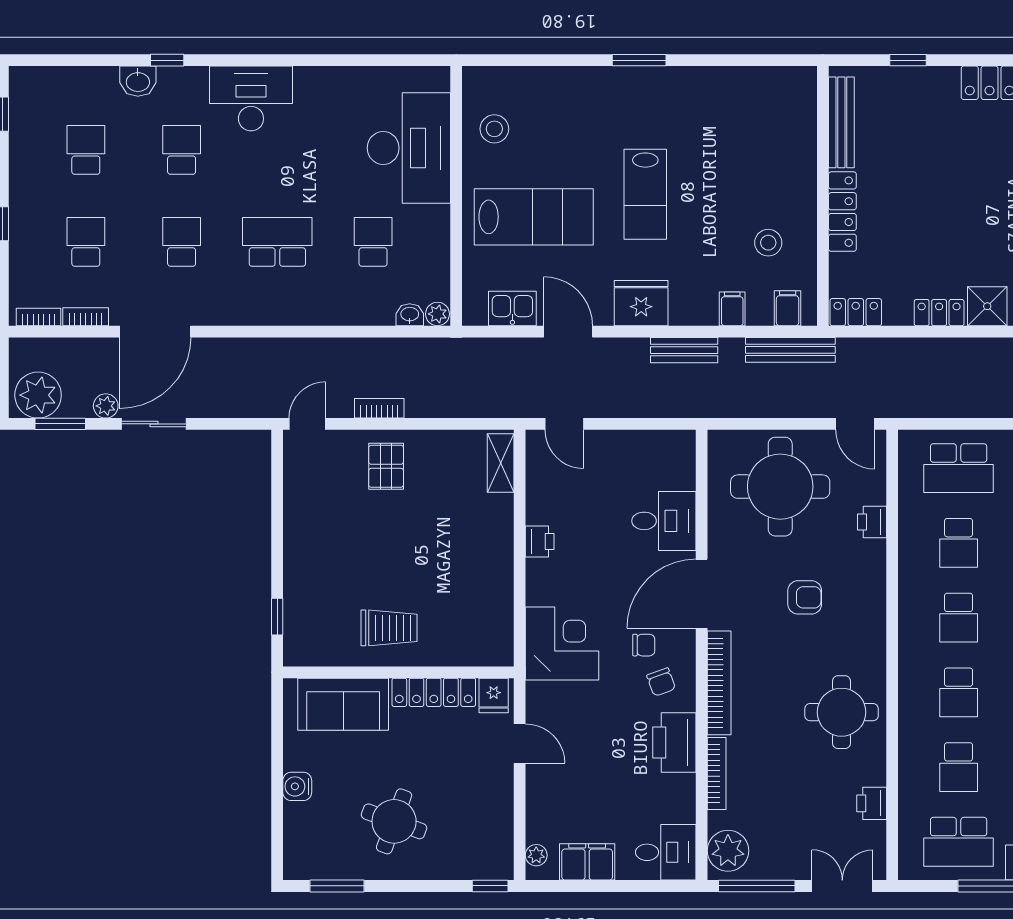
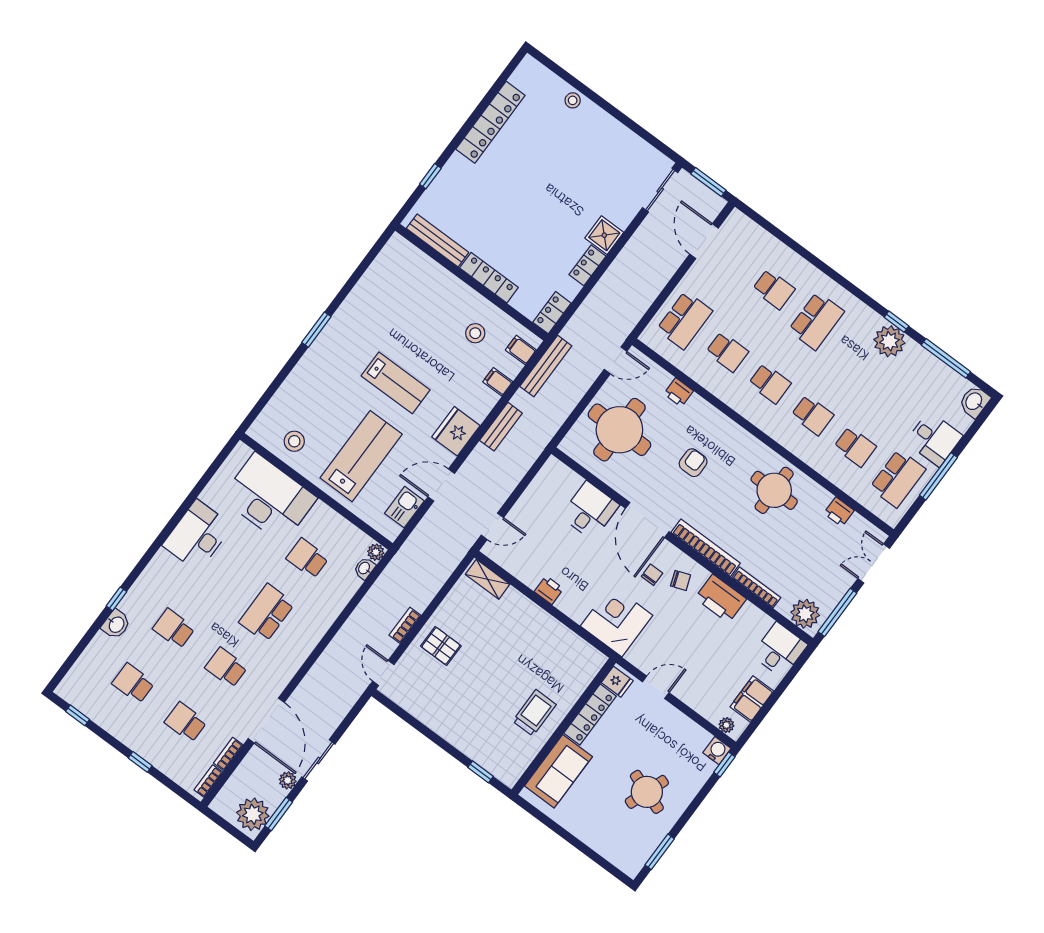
desk: (251, 98) -> (197, 535), moved
water cooler: (297, 786) -> (717, 751), moved, turned 180

